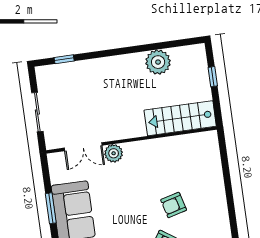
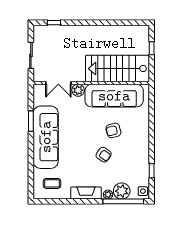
plant: (158, 62) -> (116, 33), removed
stairs: (180, 118) -> (117, 69), width x1.36, depth x1.51
sofa: (167, 154) -> (114, 96), added

